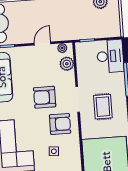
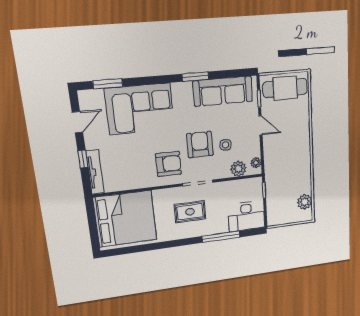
door: (43, 44) -> (261, 125), moved
armchair: (60, 124) -> (168, 164), turned -90
side table: (54, 151) -> (226, 145), moved

